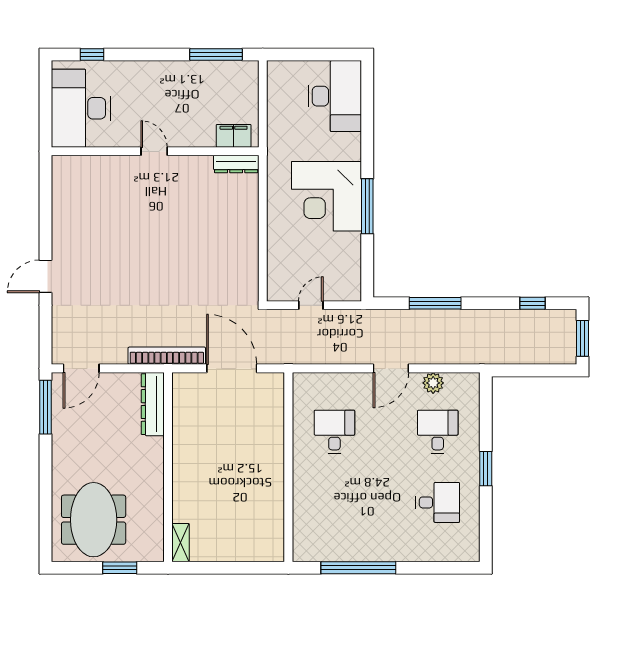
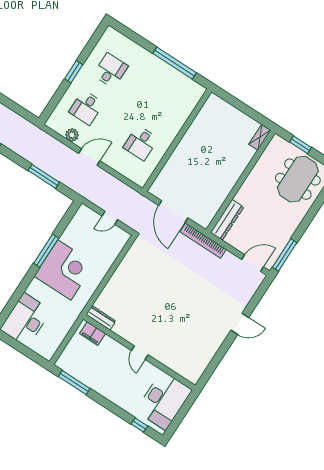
desk: (438, 502) -> (110, 70), turned 90

